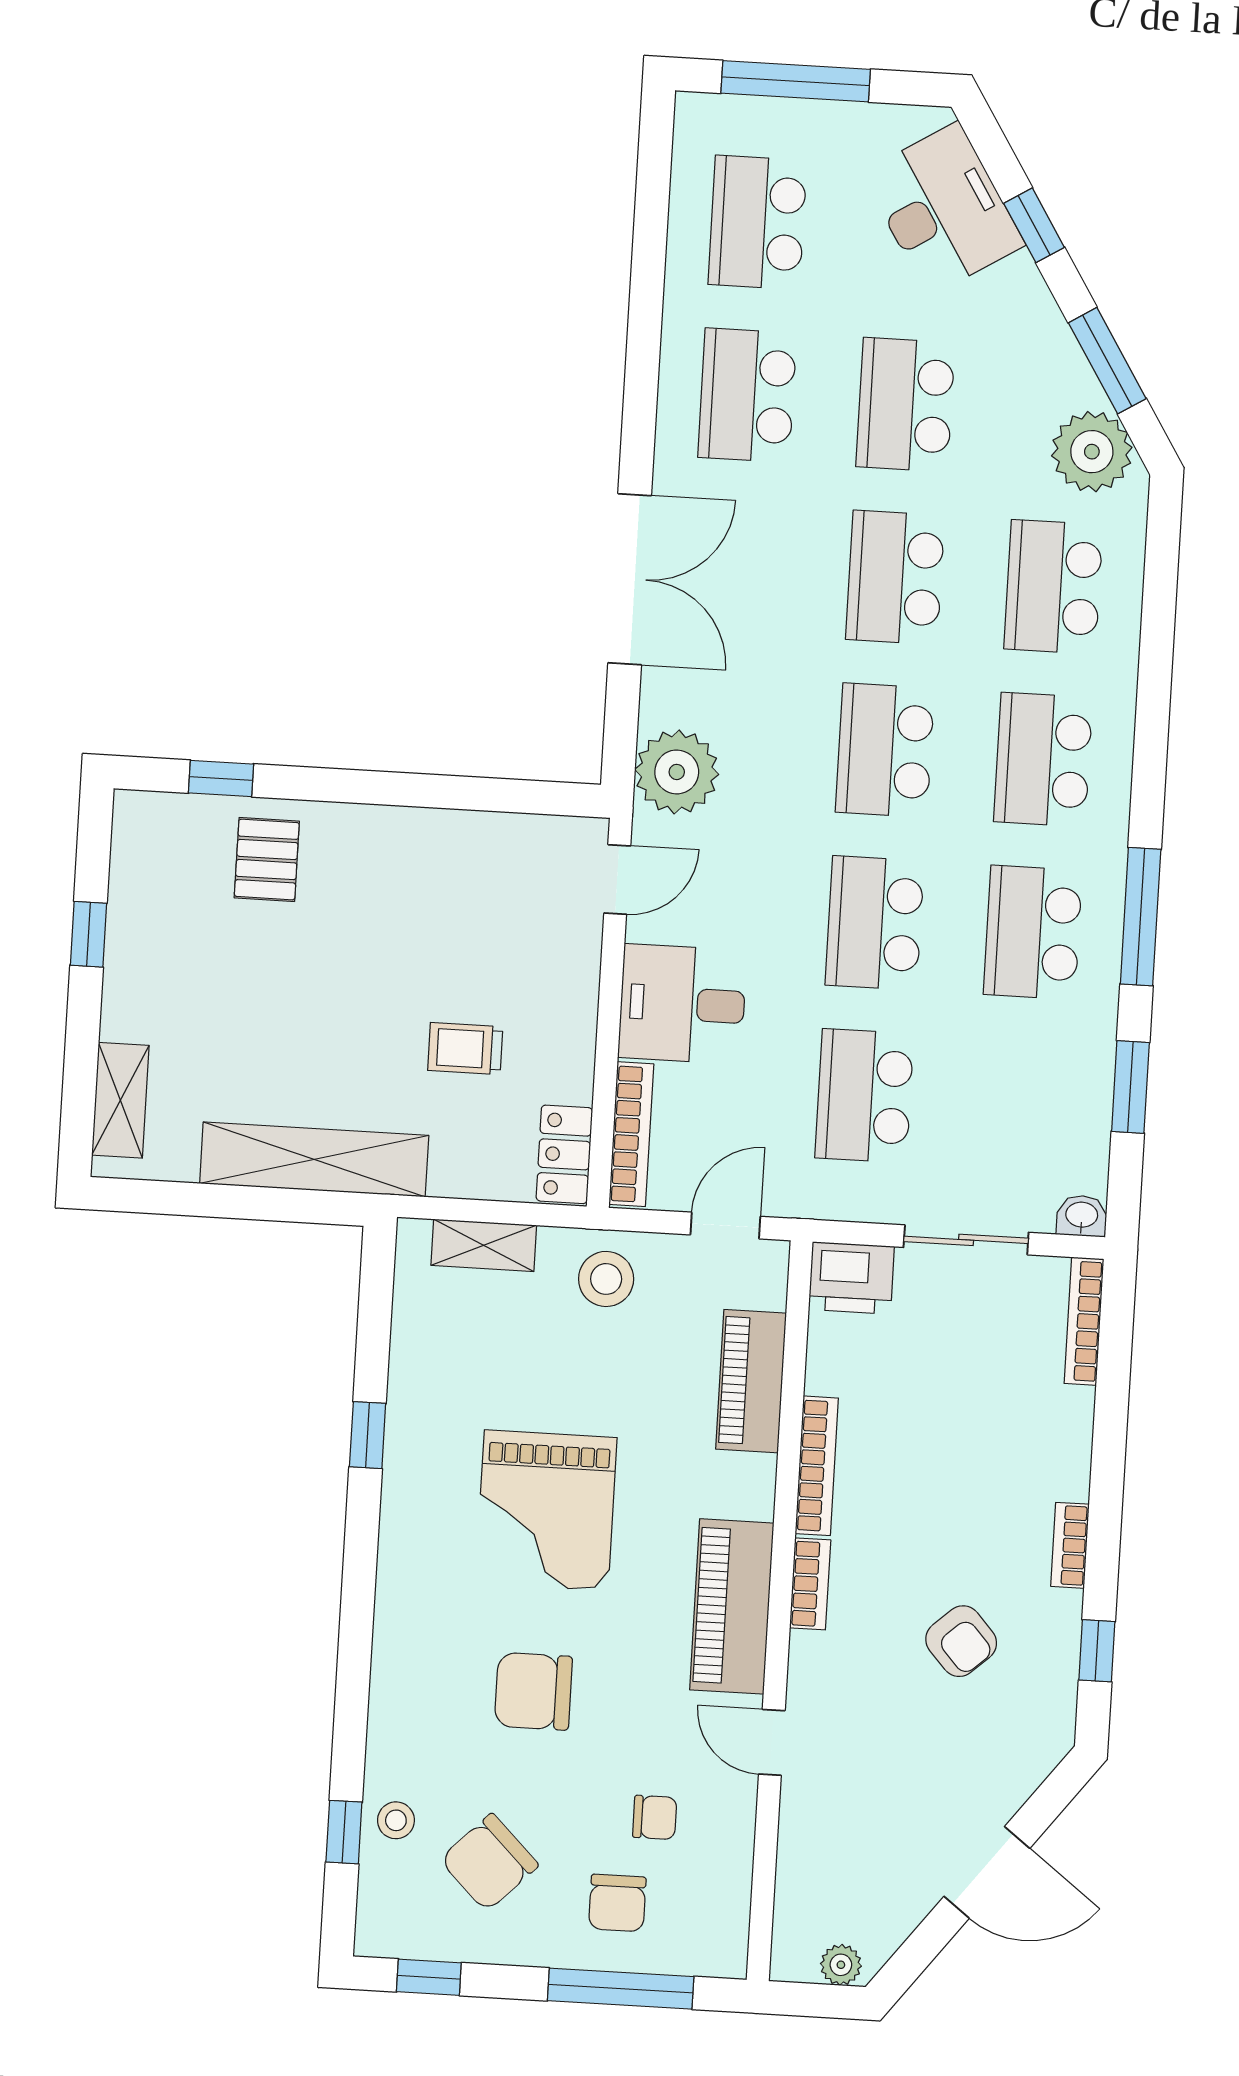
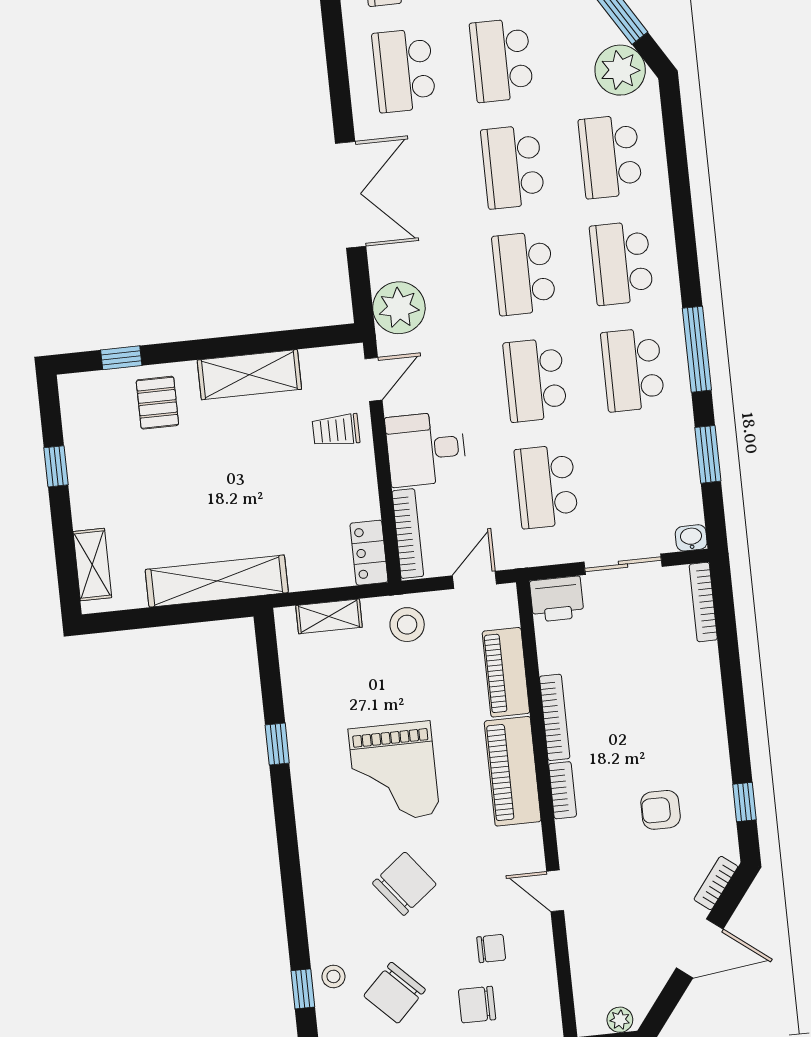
shelving: (421, 839) -> (249, 375), added
trolley: (465, 1049) -> (336, 430), moved
bookcase: (1070, 1545) -> (716, 883), moved, turned 38
piano: (732, 1606) -> (513, 771), moved
armchair: (961, 1641) -> (661, 810), turned 132
chair: (533, 1691) -> (404, 884), turned 142
chair: (617, 1903) -> (477, 1005), turned 90

